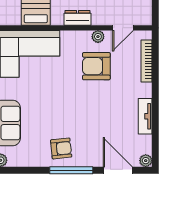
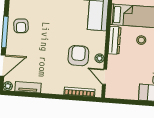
dresser: (77, 18) -> (114, 40), width x1.44
tv unit: (145, 116) -> (28, 87), moved

